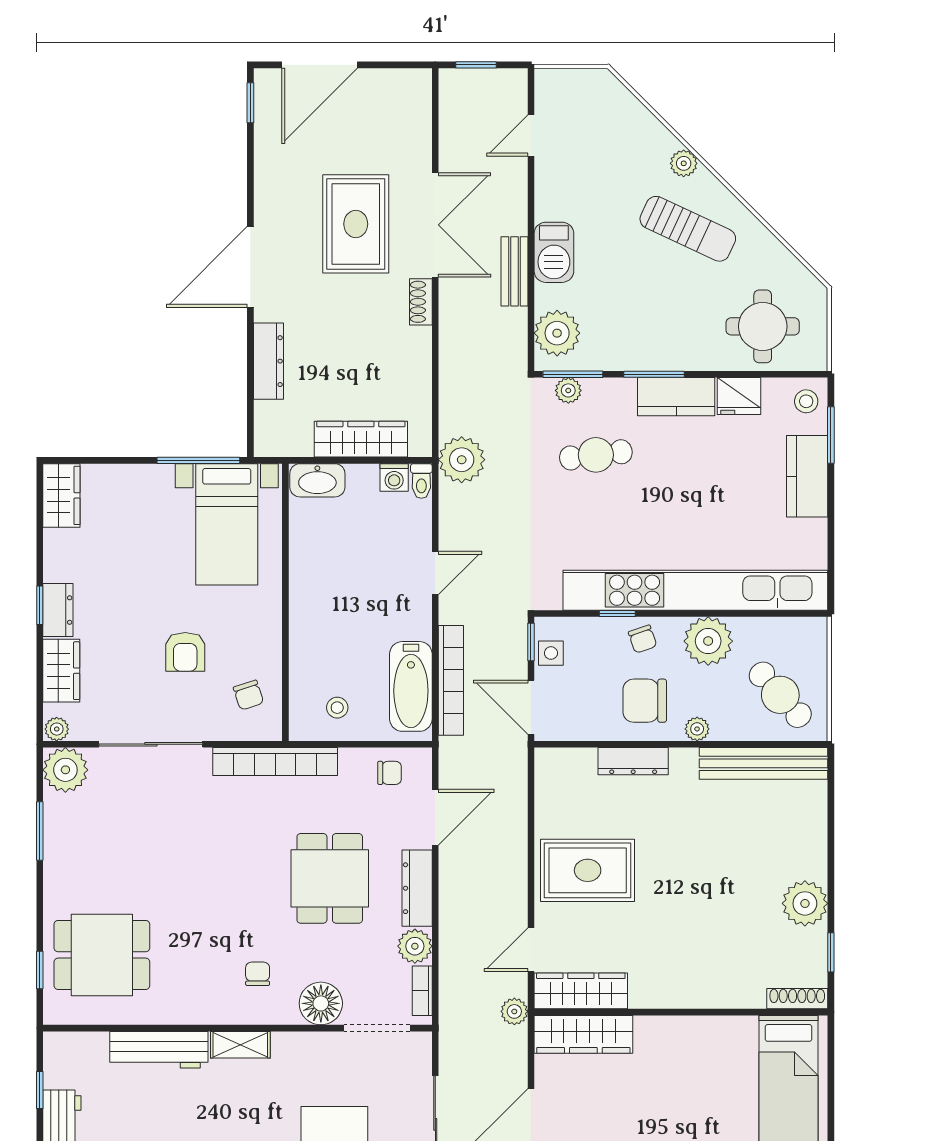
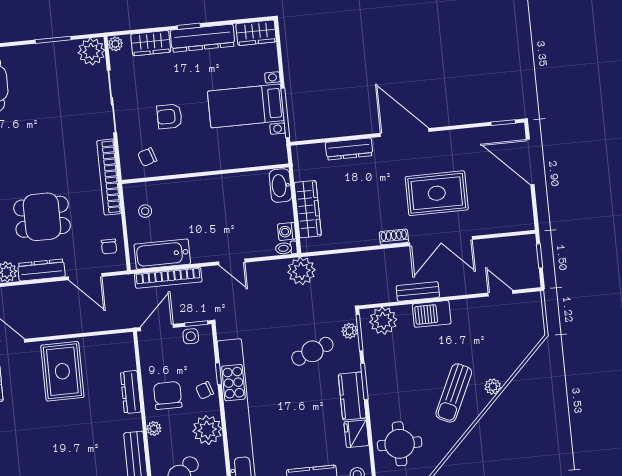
cafe table: (596, 455) -> (312, 351), turned 76
bed with nightstands: (227, 524) -> (246, 106), moved
dresser: (58, 610) -> (203, 38), width x1.96, depth x1.24

